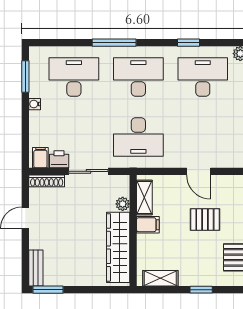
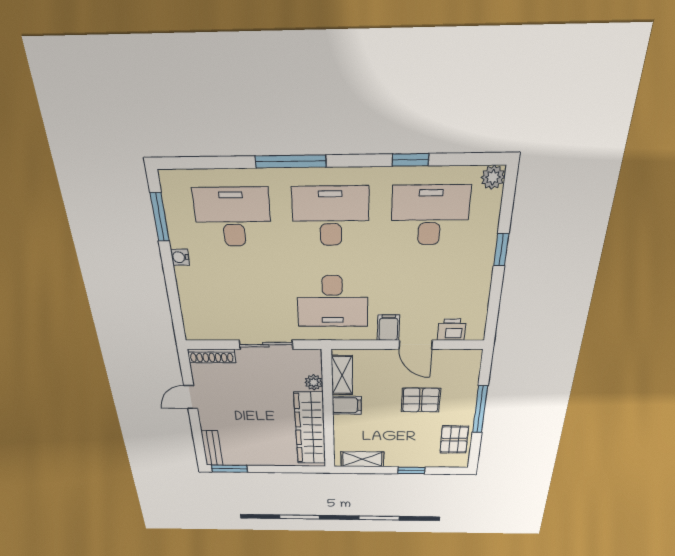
filing cabinet: (40, 158) -> (388, 328), moved
printer: (59, 159) -> (452, 330), moved

